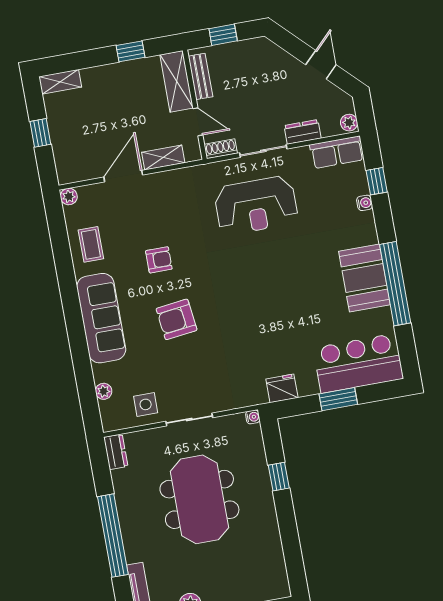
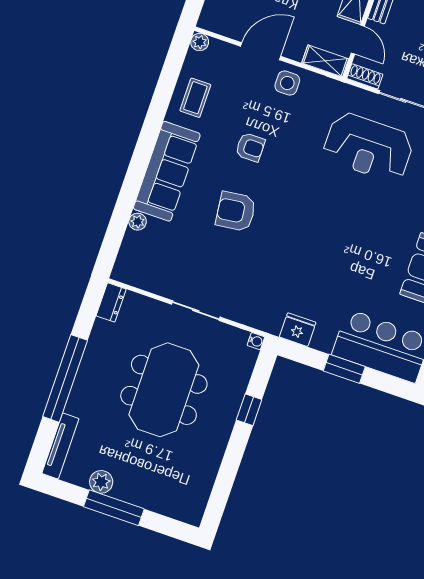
shelving: (163, 157) -> (325, 61), moved
plant: (104, 391) -> (138, 222), moved
side table: (146, 404) -> (287, 83), moved

